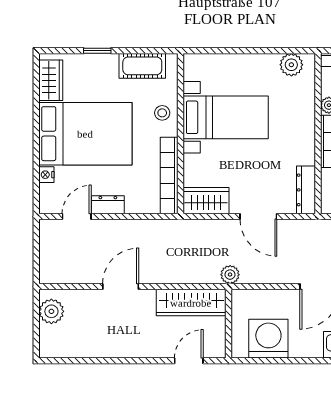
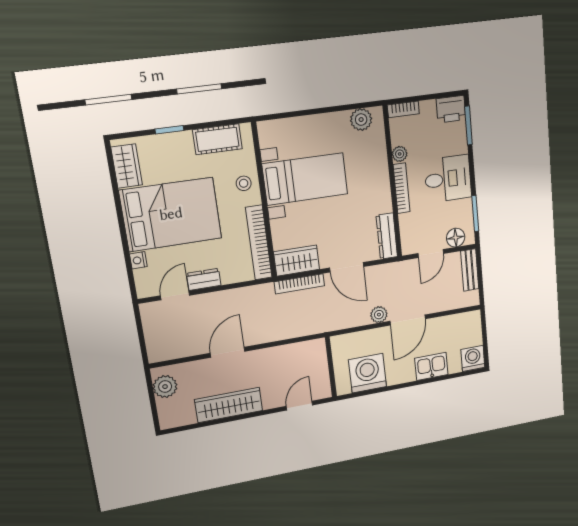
bookcase: (206, 226) -> (299, 284), added
plant: (230, 275) -> (379, 315), moved
wardrobe: (191, 303) -> (229, 405), moved, turned 180

